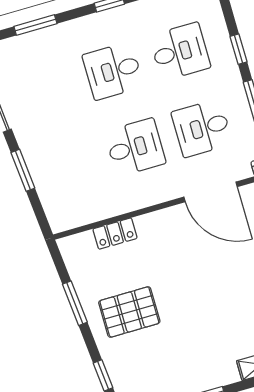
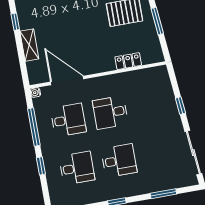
desk: (180, 52) -> (77, 168), turned 180
window: (23, 170) -> (180, 106), width x0.67

